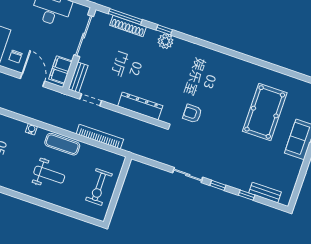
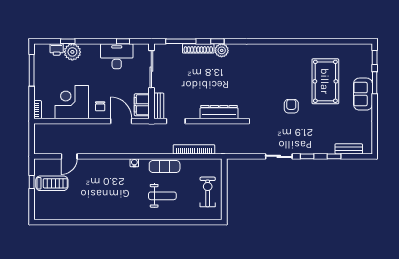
shoe rack: (128, 26) -> (198, 48), moved
armchair: (192, 114) -> (291, 106), moved, turned 90
exercise bike: (99, 187) -> (208, 192), turned 180

